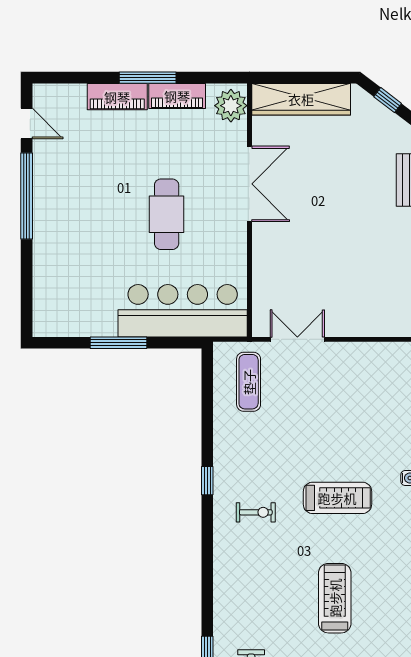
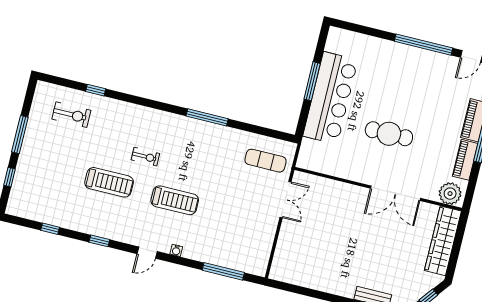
bar counter: (183, 311) -> (330, 98), moved
window: (207, 481) -> (207, 117), width x2.17
treadmill: (337, 498) -> (175, 200), turned -90
exercise bike: (256, 512) -> (145, 157), moved, turned -90

